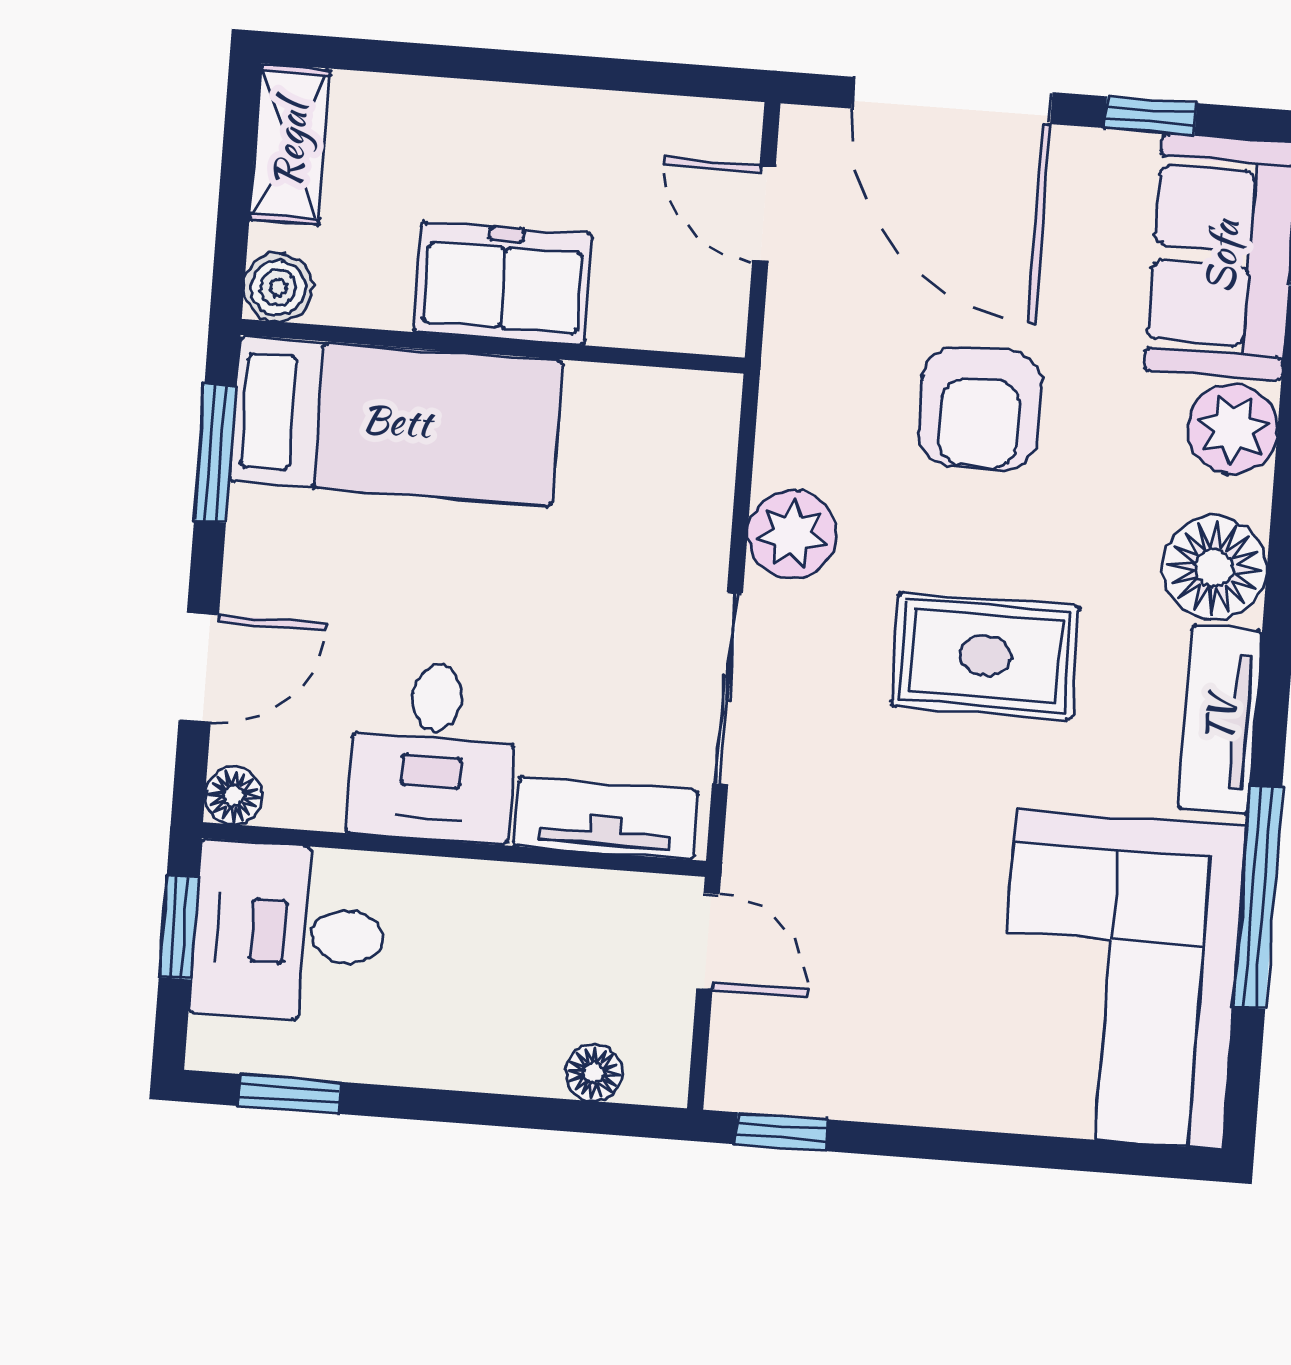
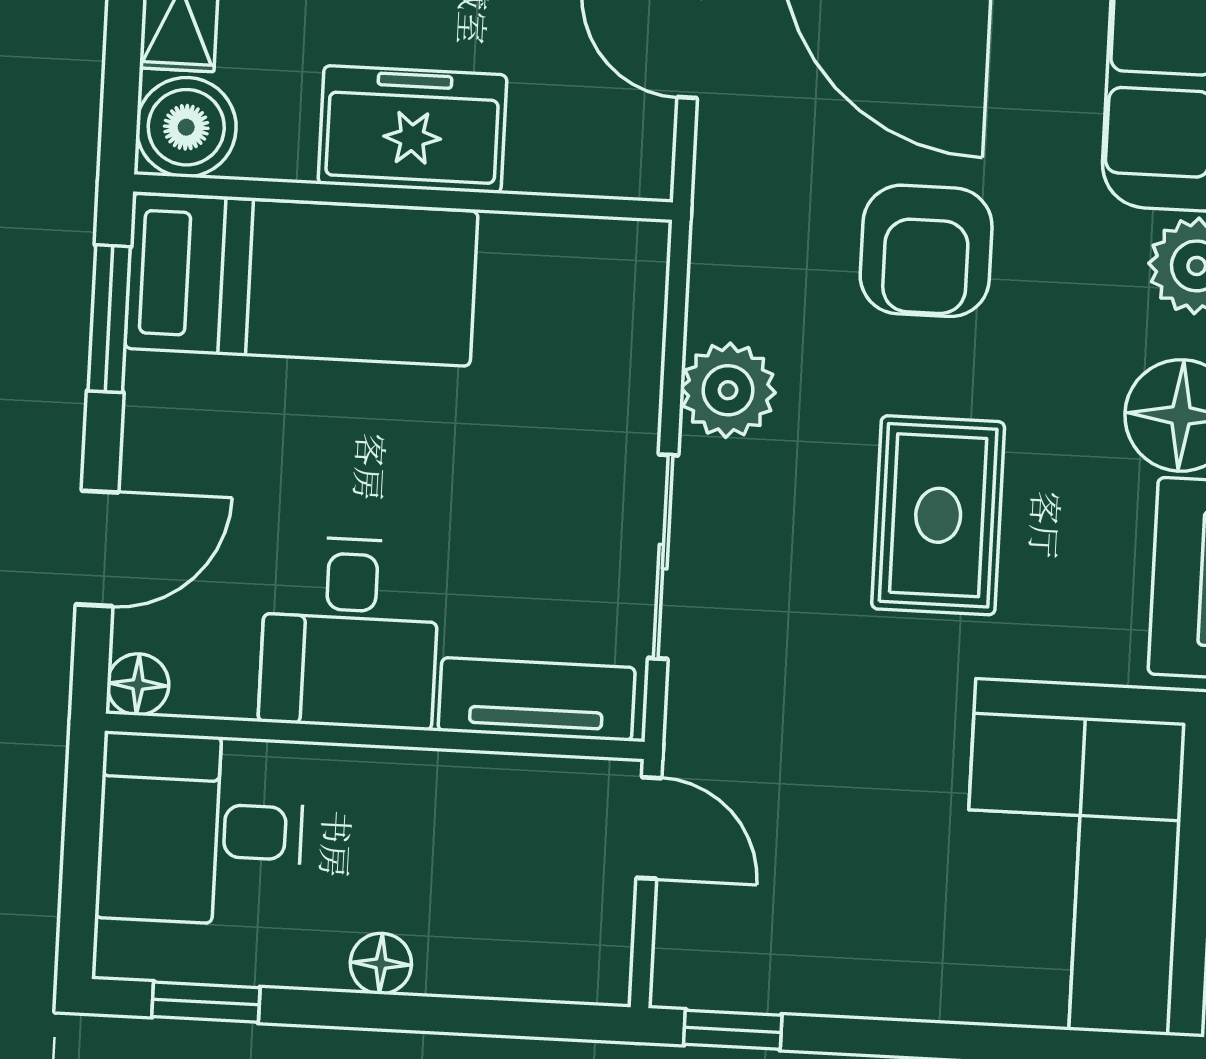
boiler: (278, 287) -> (186, 127), width x1.36, depth x1.36
rug: (985, 656) -> (938, 515), turned 90
window: (179, 927) -> (82, 827), removed
floor lamp: (594, 1073) -> (381, 964), moved

